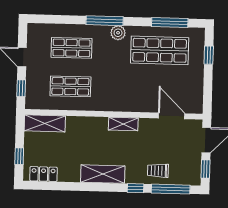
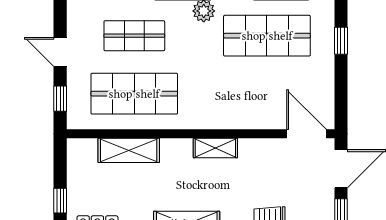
shop shelf: (70, 86) -> (134, 94), width x1.43, depth x1.36
door: (172, 116) -> (306, 134), moved
shelving: (45, 123) -> (129, 150), moved

